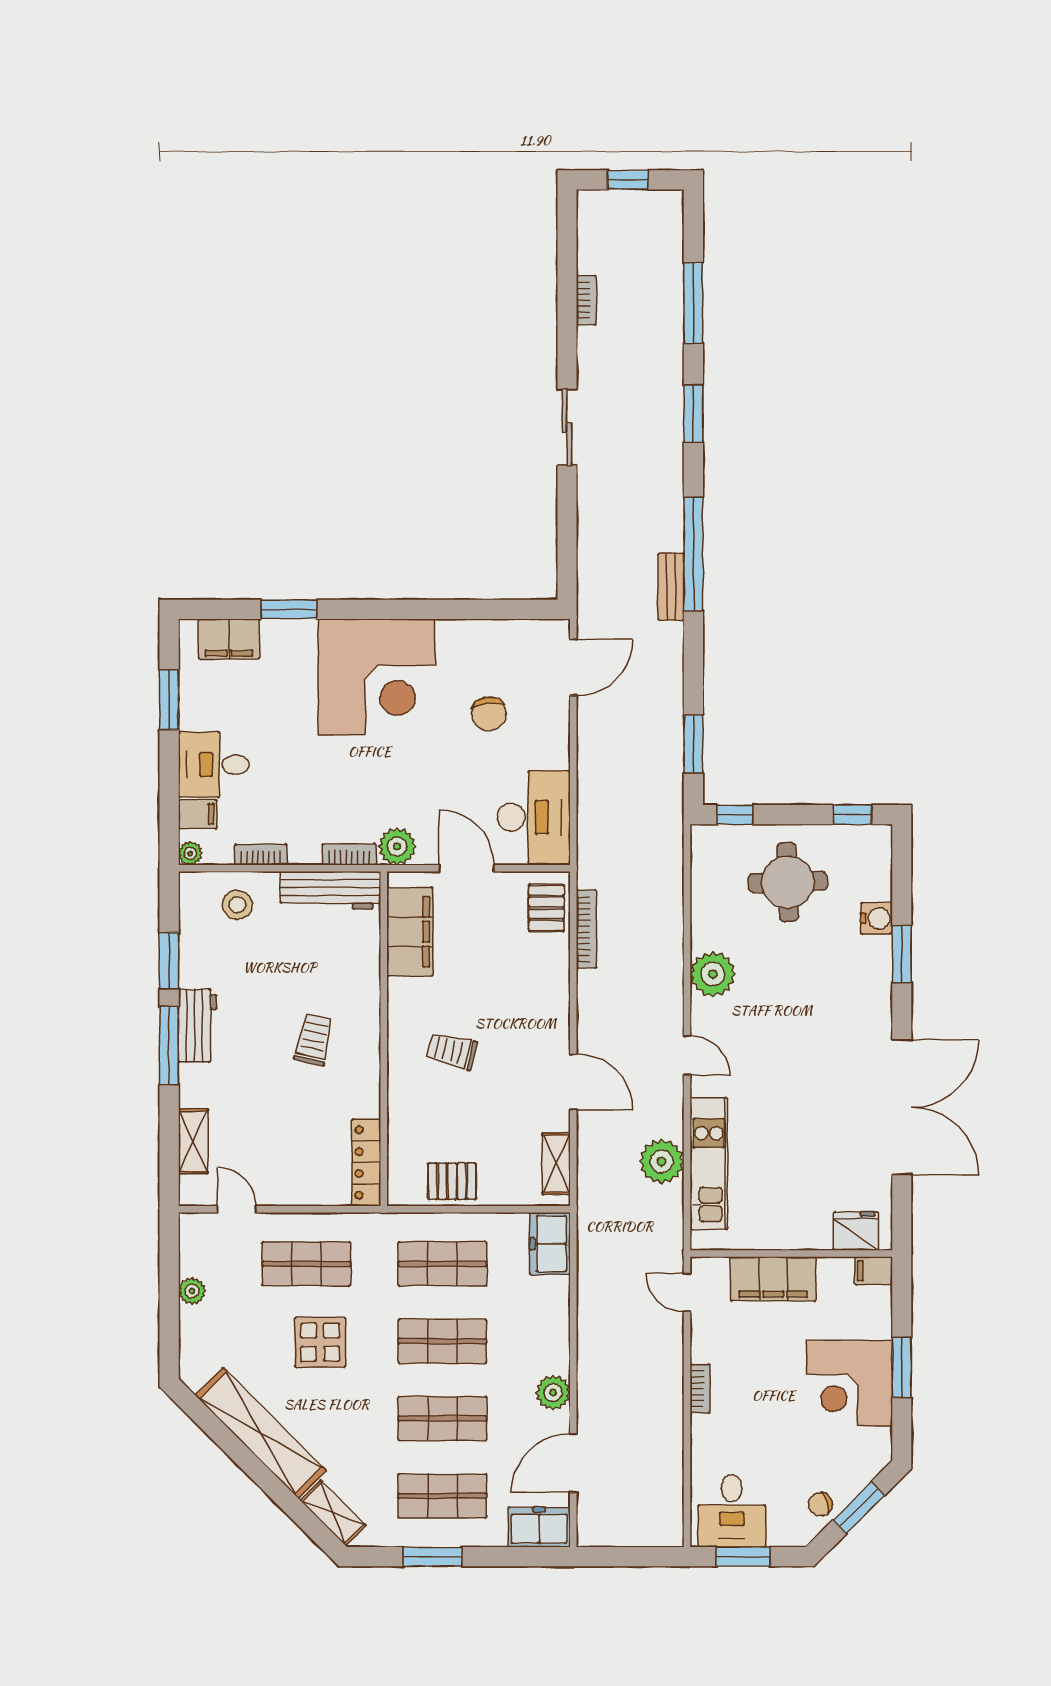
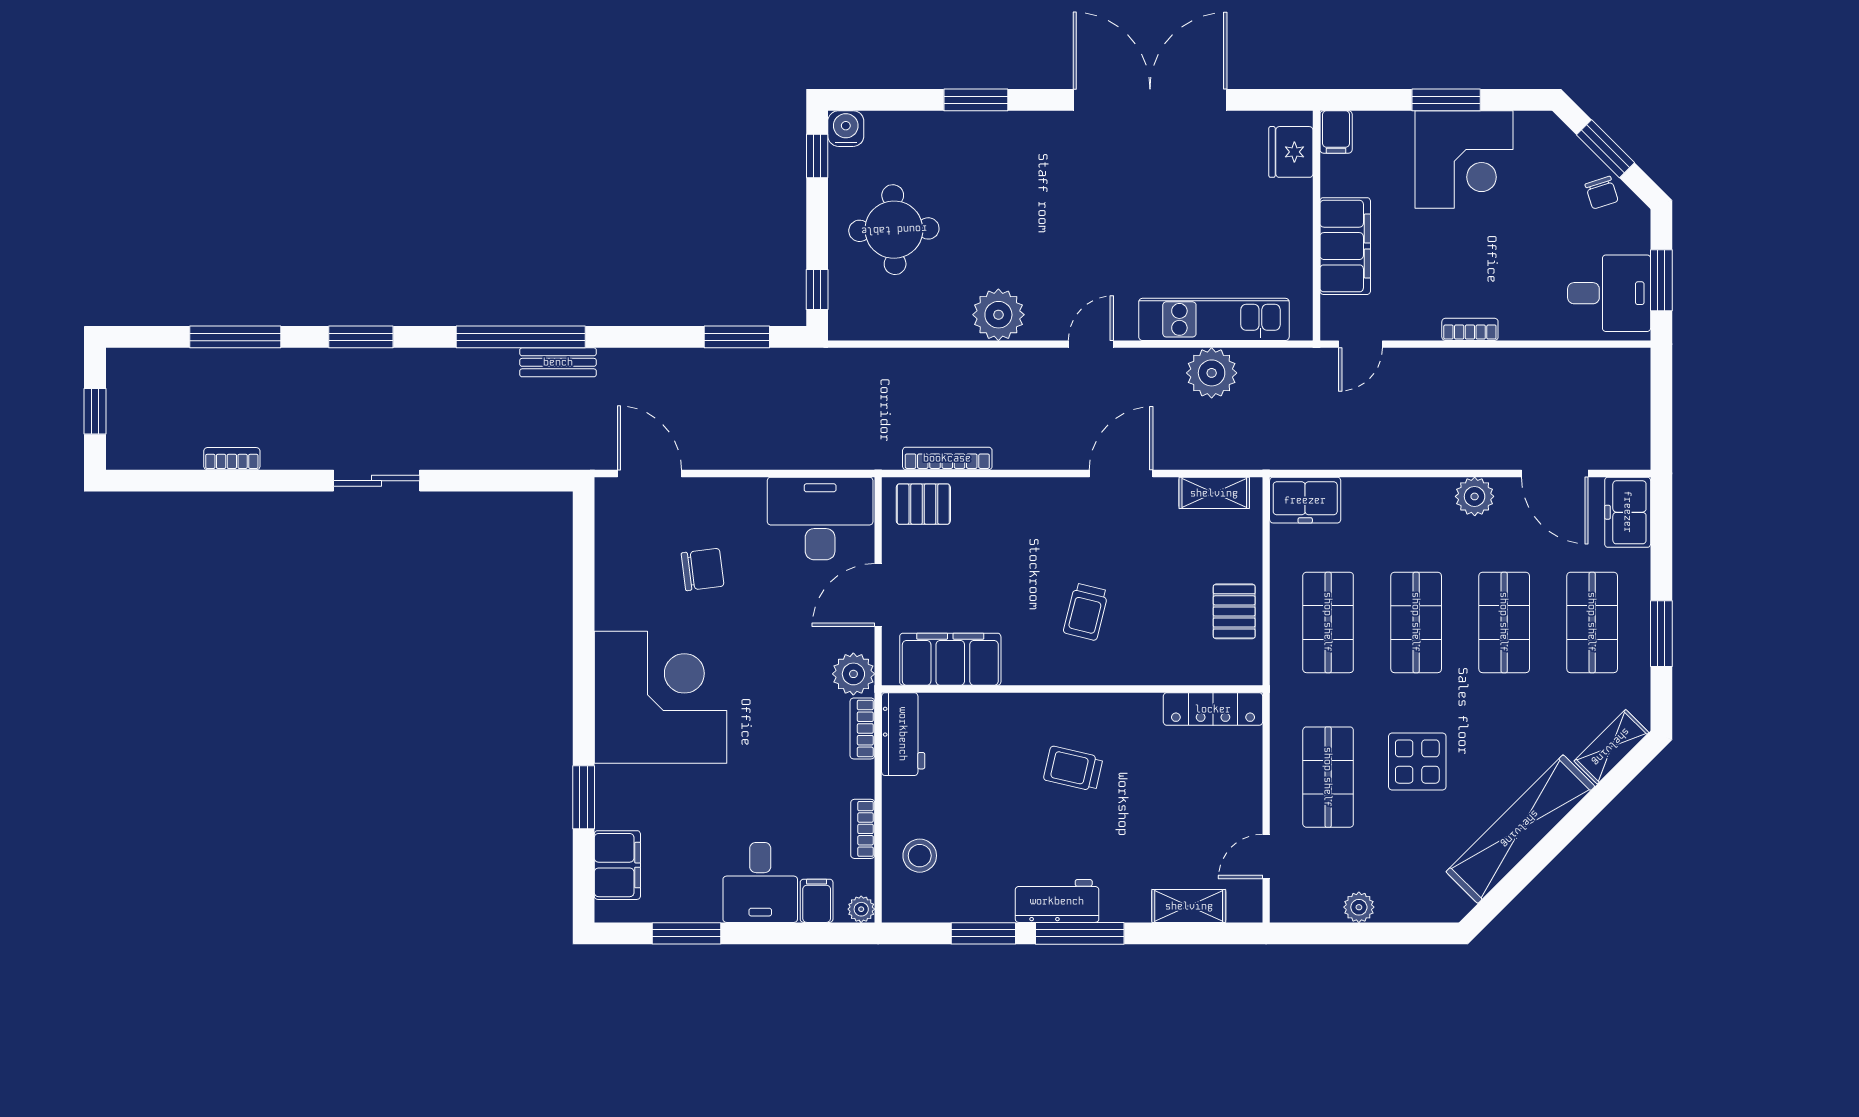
workbench: (330, 890) -> (903, 734), width x0.73
water cooler: (876, 918) -> (846, 129), moved

